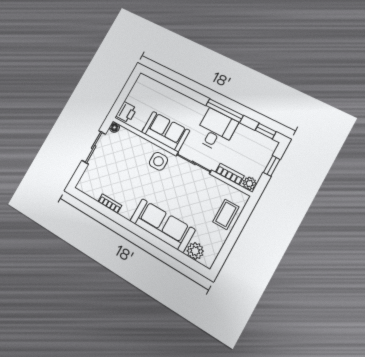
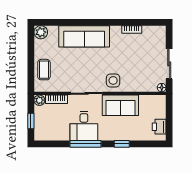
printer: (126, 112) -> (159, 127), moved
window: (266, 131) -> (122, 144), moved
plant: (195, 251) -> (41, 32), moved

